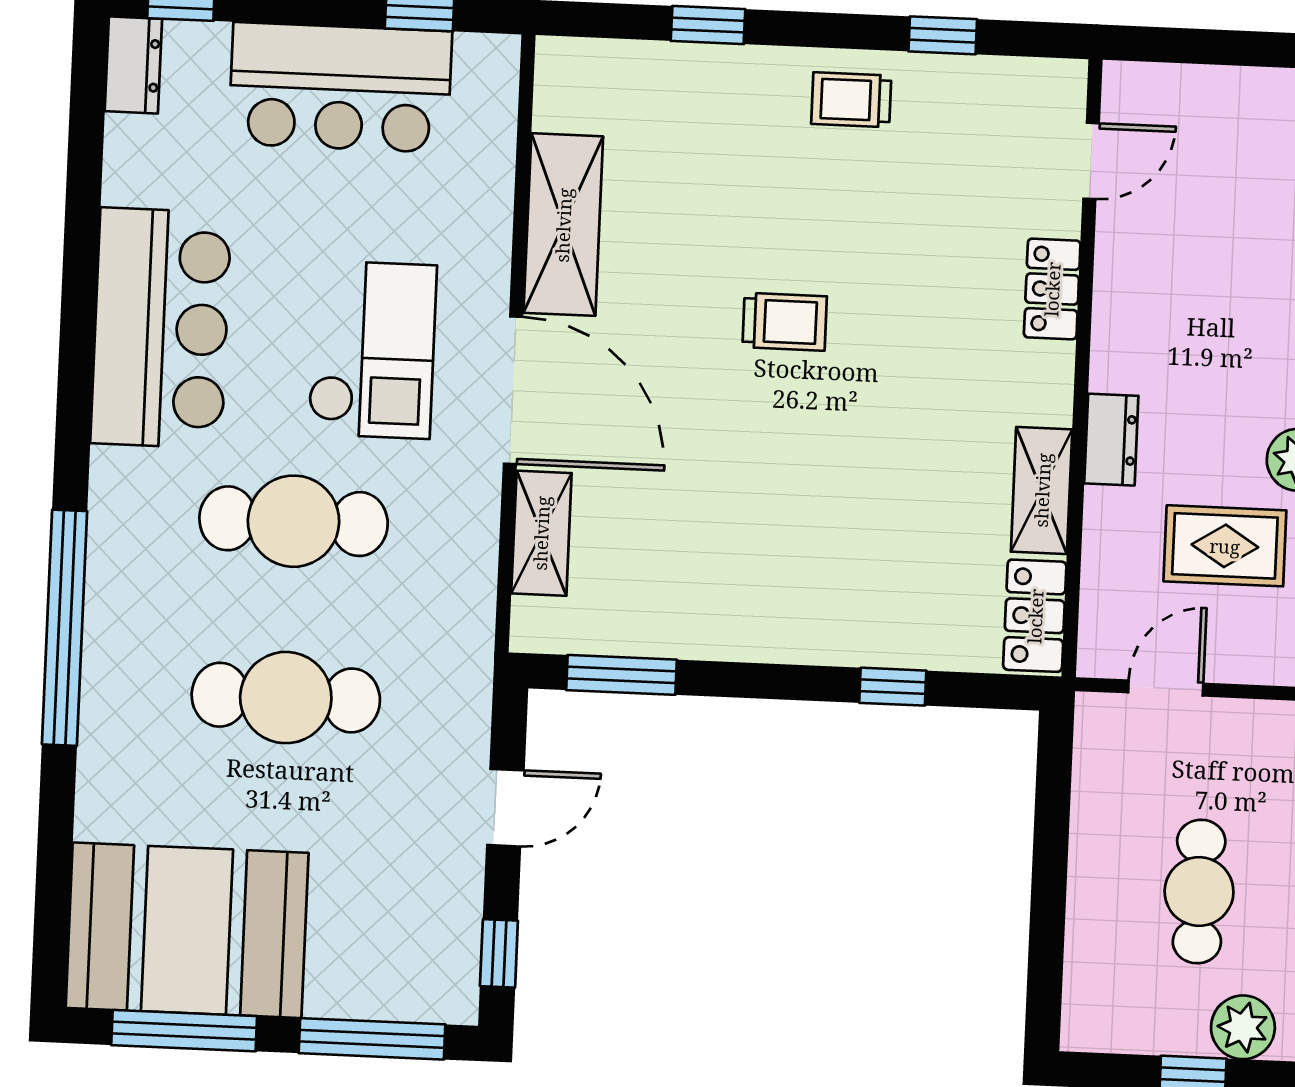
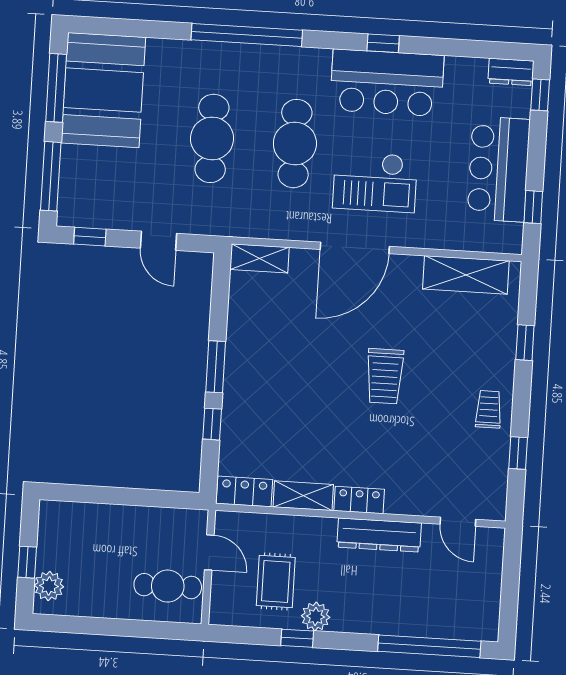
shelving: (563, 225) -> (466, 275), moved
locker: (1052, 289) -> (359, 500), moved
trolley: (785, 322) -> (385, 376), width x1.36, depth x1.39
window: (77, 338) -> (383, 43), added
dresser: (1111, 440) -> (379, 535), moved, width x1.96, depth x1.24
shelving: (541, 533) -> (259, 258), moved
window: (622, 675) -> (216, 367), moved
cafe table: (1199, 892) -> (168, 586), moved

